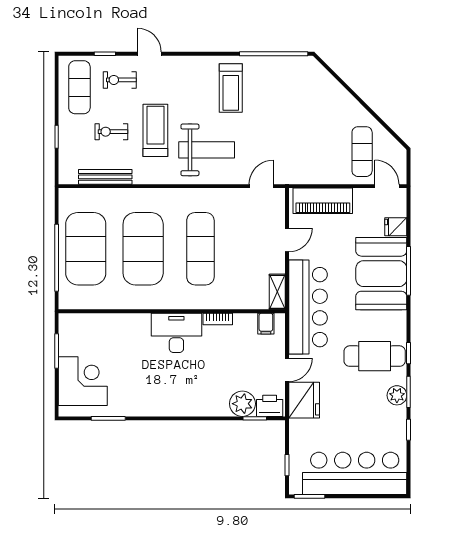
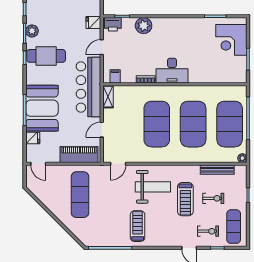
weight bench: (207, 150) -> (153, 187), turned 180
exercise mat: (362, 152) -> (80, 195), moved, width x1.36, depth x1.45
plant: (65, 195) -> (242, 158), added
exercise mat: (200, 249) -> (157, 124), width x1.47
fridge: (304, 400) -> (93, 23), width x0.53, depth x0.75
plant: (242, 404) -> (144, 26), moved

